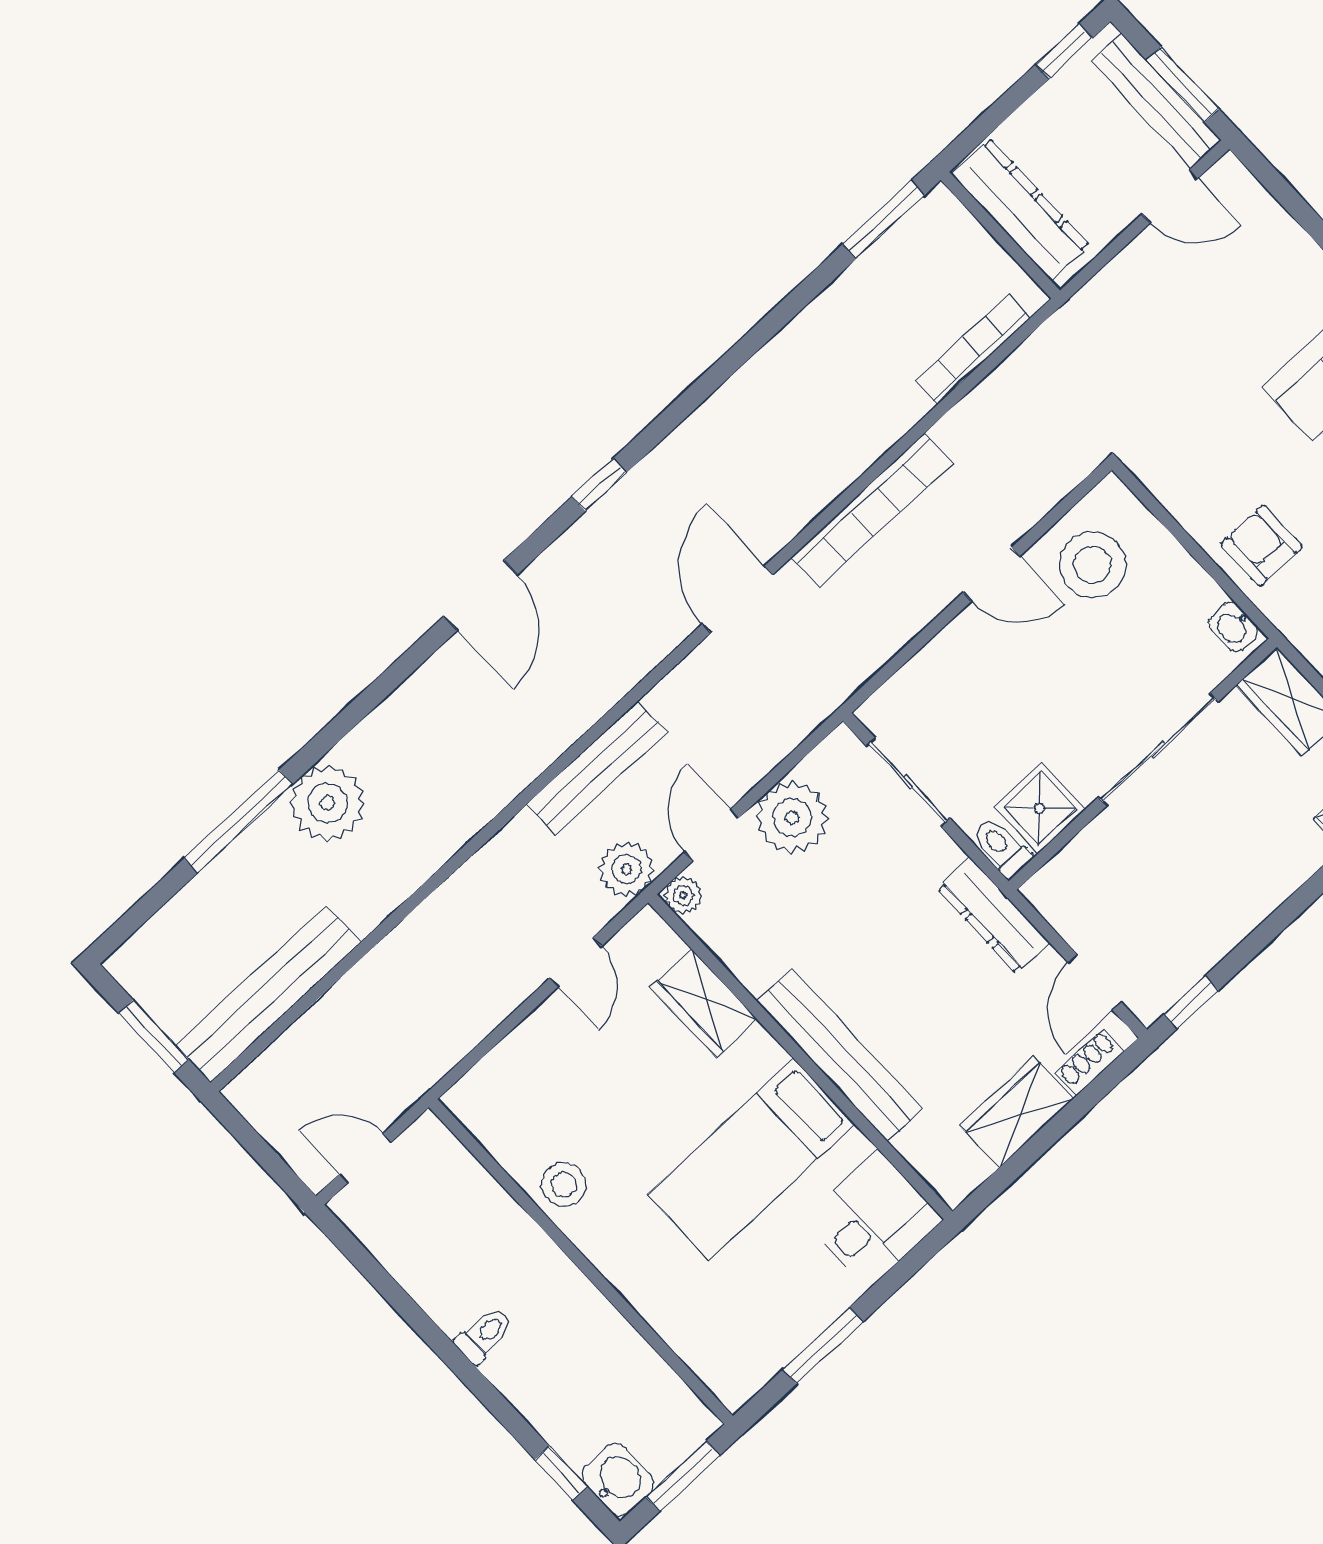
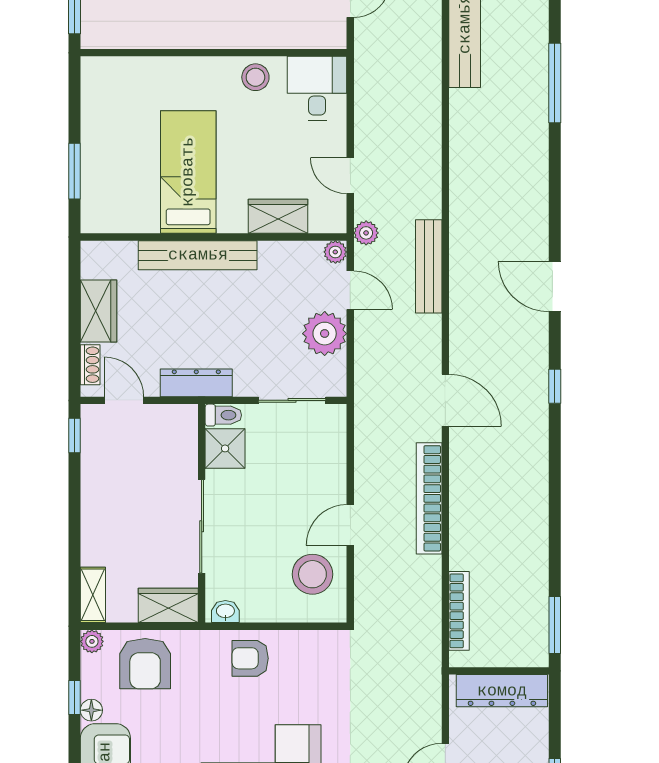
armchair: (1262, 545) -> (250, 658), turned 180
plant: (327, 803) -> (526, 131), removed
plant: (627, 869) -> (366, 233), width x0.73, depth x0.73
desk: (873, 1220) -> (317, 88), moved, turned 180
window: (823, 1346) -> (74, 171), moved

